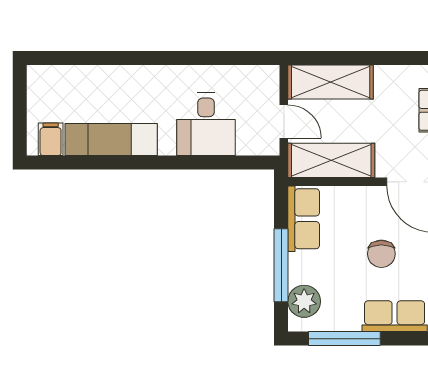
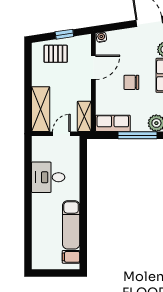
desk: (206, 124) -> (48, 177), moved, turned 180
shelving: (331, 160) -> (84, 116), width x0.67, depth x0.75
chair: (381, 254) -> (131, 82), turned 180

